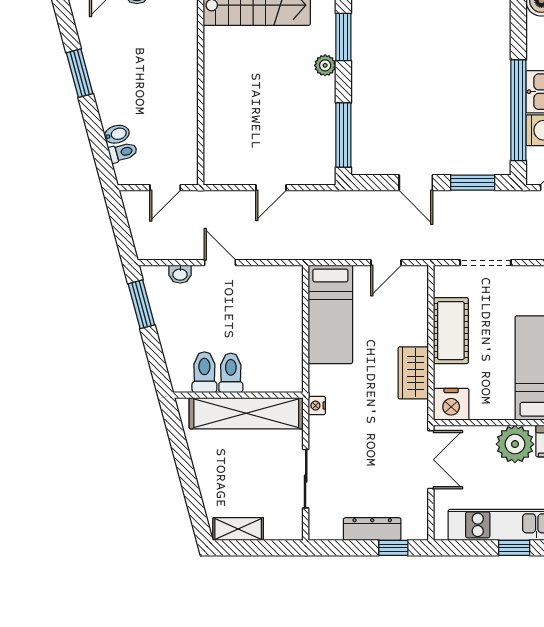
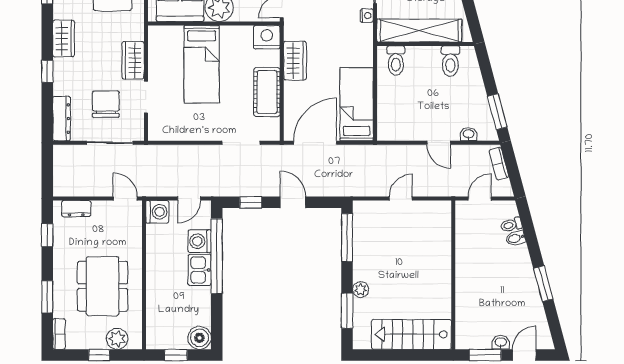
window: (473, 183) -> (251, 202), width x0.67
bookcase: (139, 234) -> (499, 164), added
door: (386, 263) -> (315, 143), width x1.87
toilet: (231, 373) -> (396, 61), moved
nightstand: (317, 406) -> (367, 15), moved

